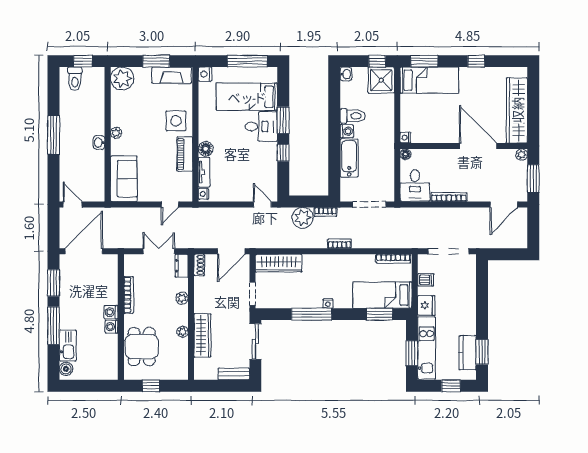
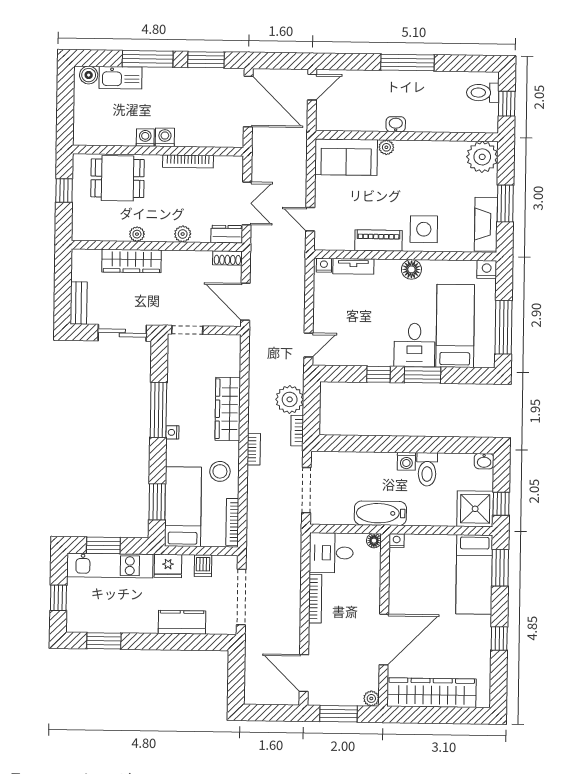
plant: (116, 133) -> (386, 147), moved
floor lamp: (206, 149) -> (411, 269), moved
bathtub: (349, 158) -> (380, 513), moved, turned 180
wardrobe: (279, 263) -> (228, 409), moved
stool: (356, 268) -> (220, 471), added
kitchen counter: (468, 353) -> (182, 622), moved

